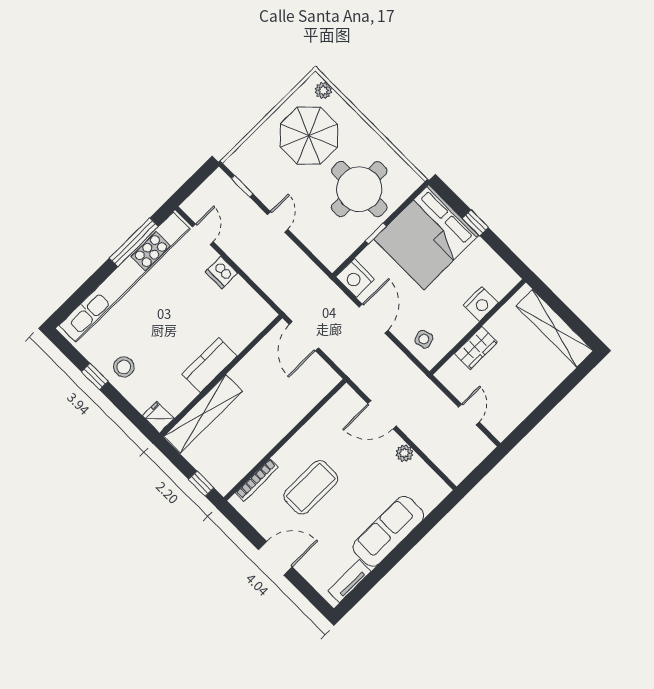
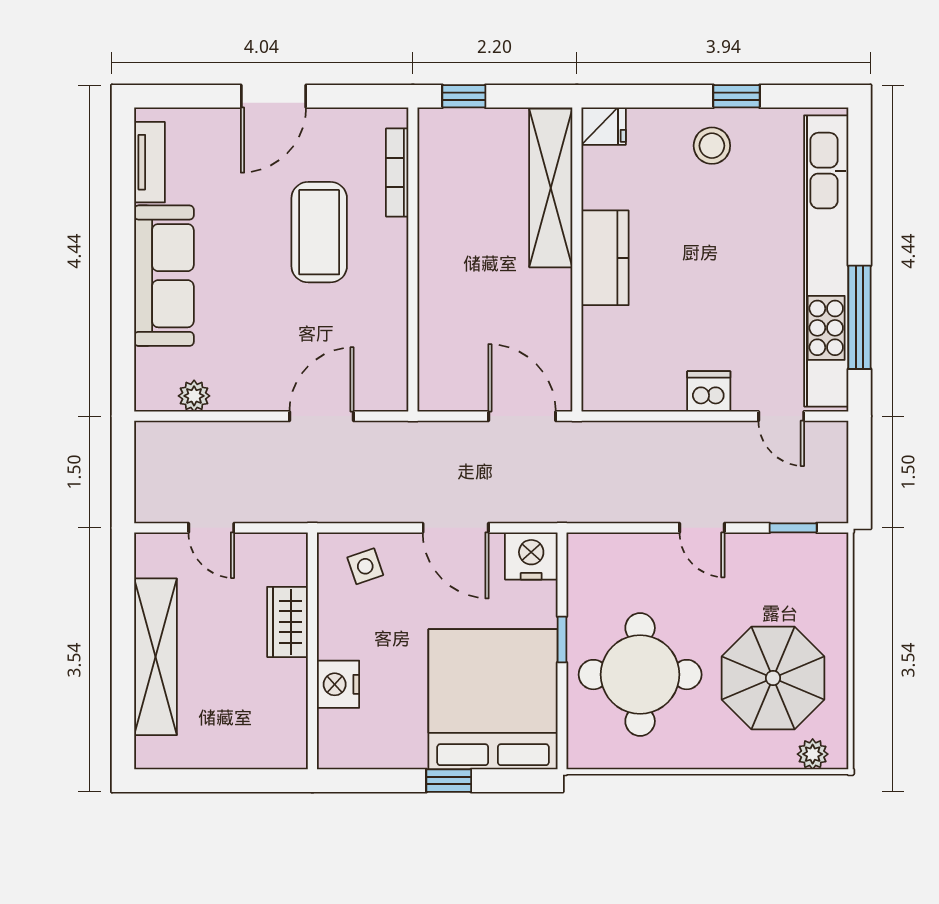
shelving: (555, 328) -> (156, 657), moved, turned 90
plant: (404, 453) -> (194, 396), moved

